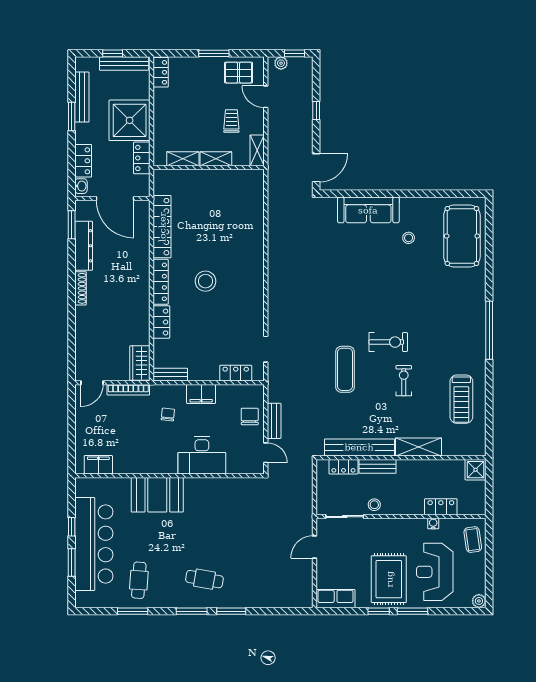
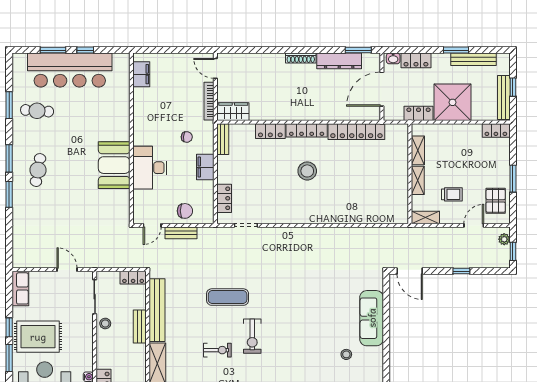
locker: (343, 467) -> (133, 278), moved, turned -90
booth: (157, 495) -> (114, 165), moved

